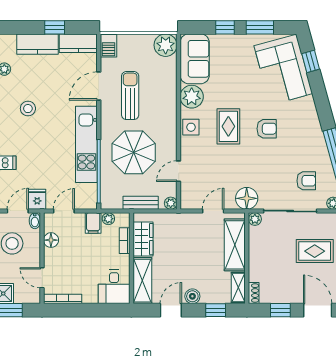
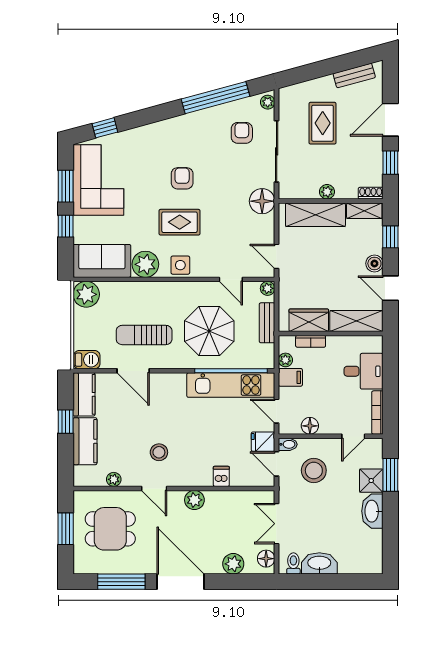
corner sofa: (283, 70) -> (98, 180), moved, turned -75
kitchen unit: (86, 144) -> (231, 385), moved
door: (213, 211) -> (277, 256), moved
plant: (255, 219) -> (327, 192), moved
desk: (114, 287) -> (364, 371), moved

